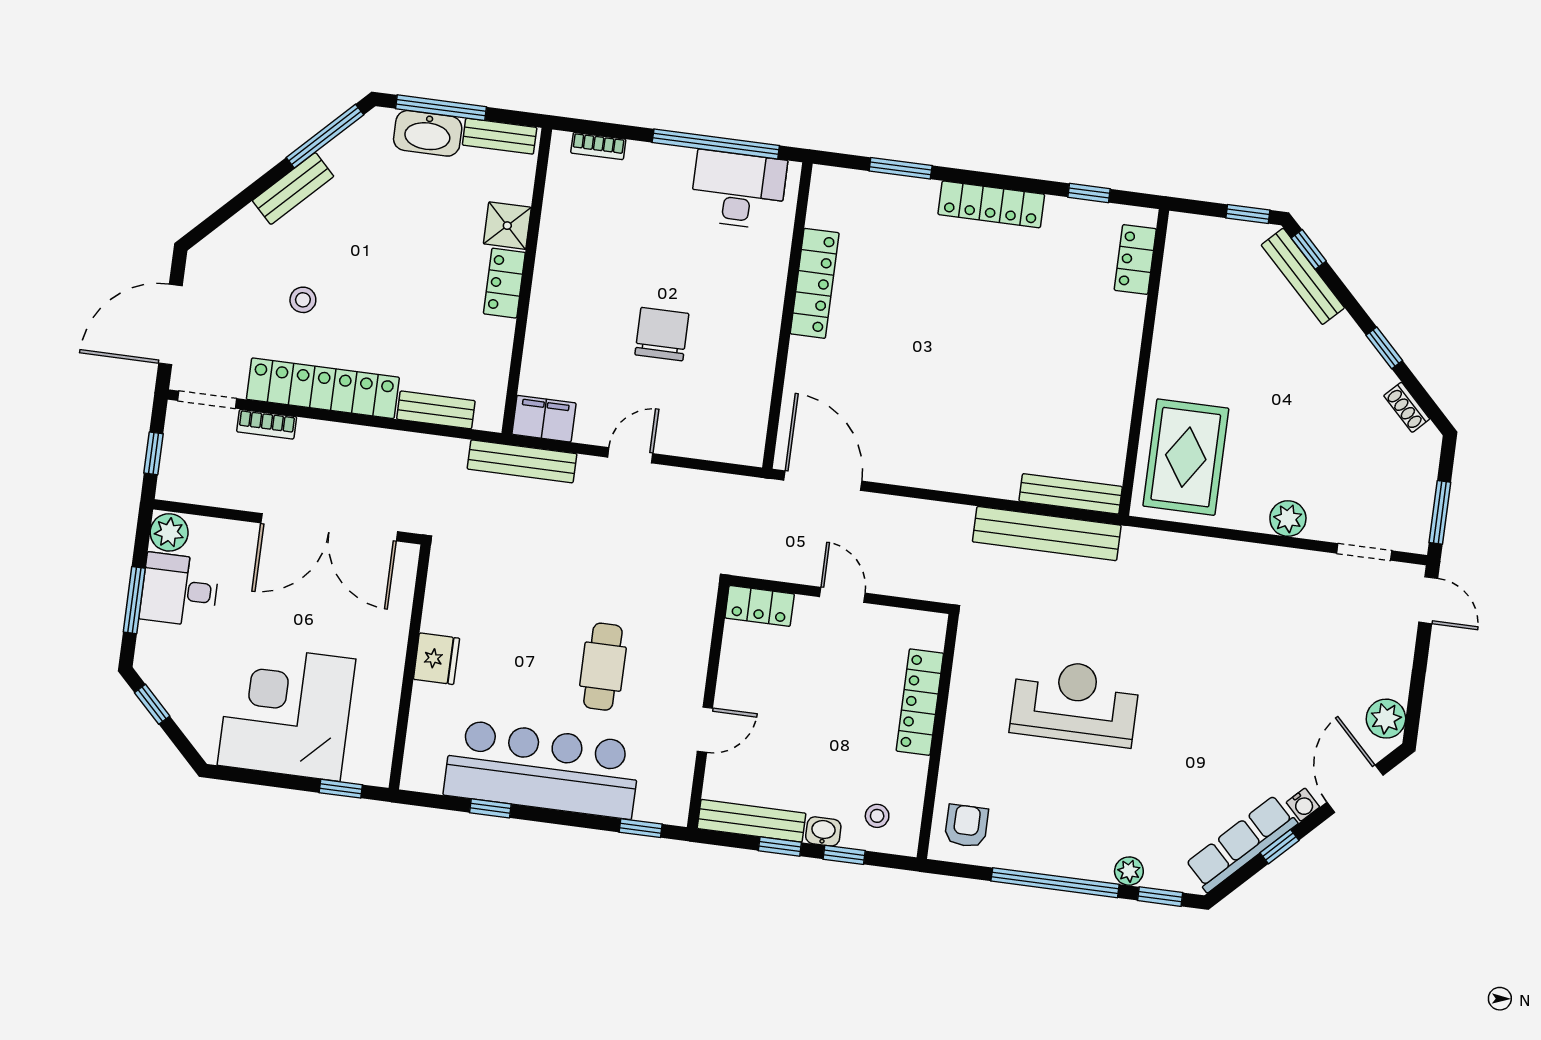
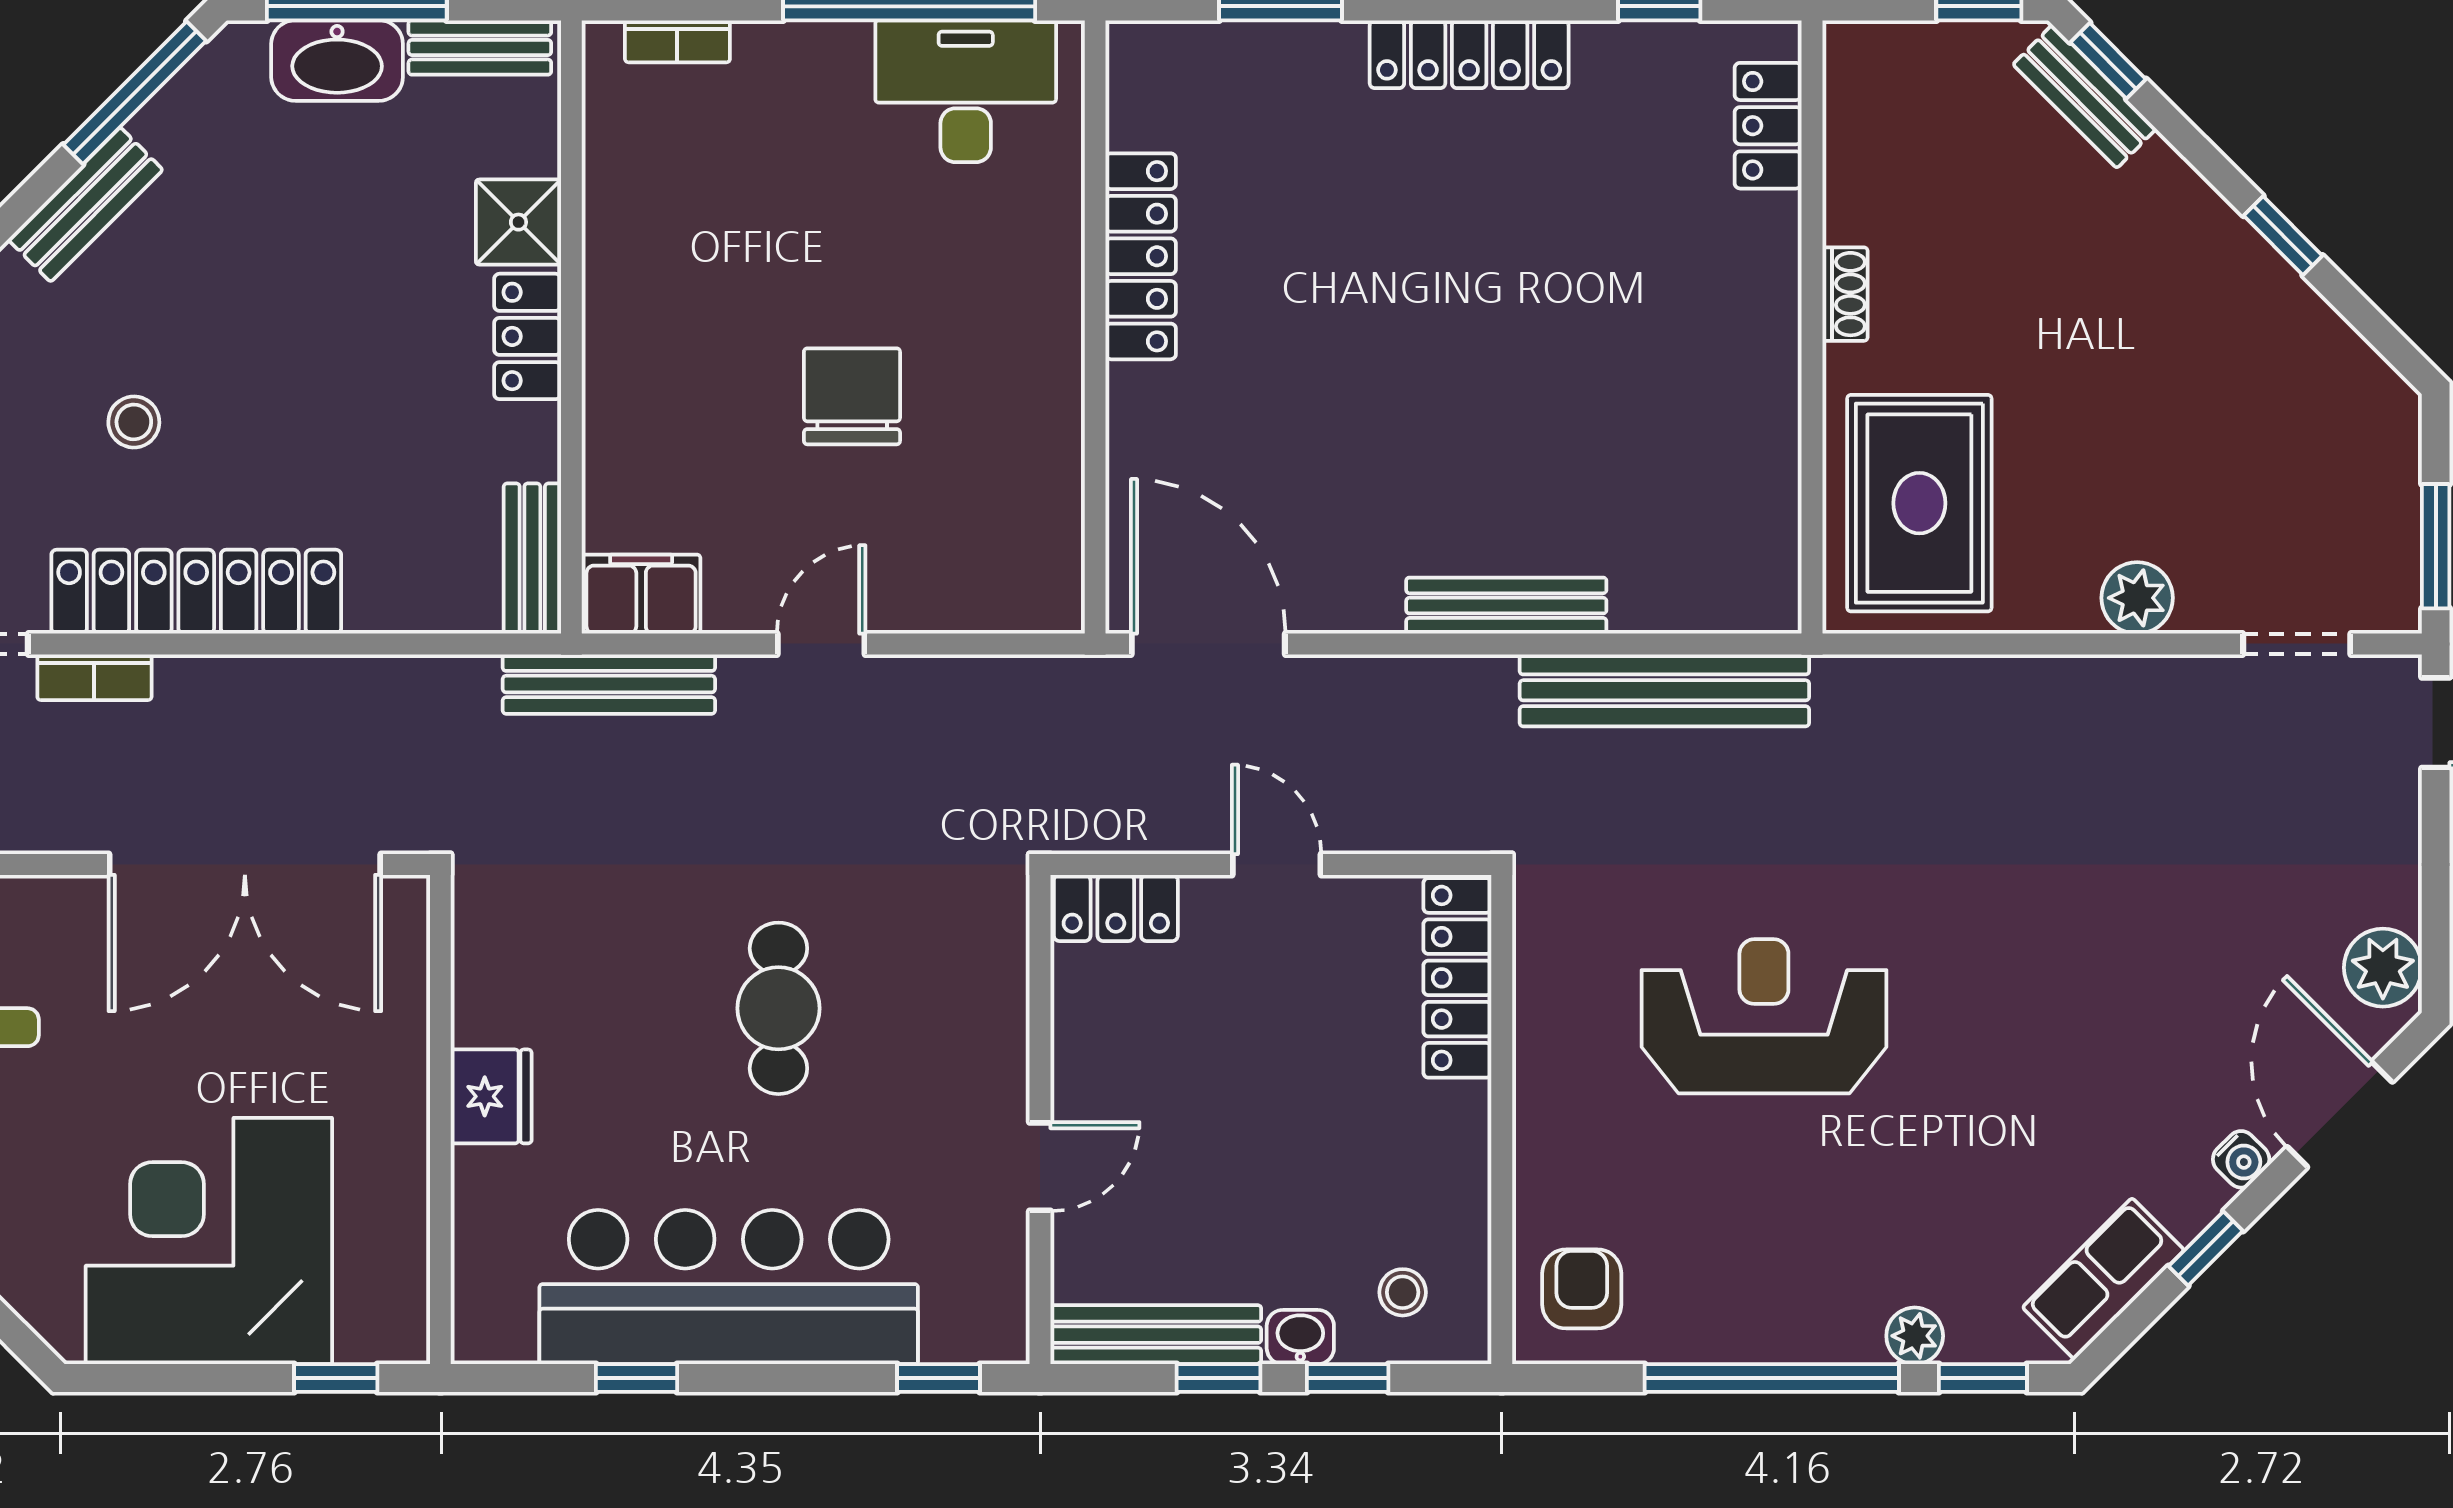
bench: (1303, 276) -> (2085, 97), width x0.73
shoe rack: (1407, 407) -> (1845, 294), moved, turned -135
bench: (436, 410) -> (532, 559), moved, turned 90
bench: (1071, 494) -> (1506, 606), moved
cafe table: (603, 667) -> (778, 1008), moved
locker: (920, 702) -> (1457, 978), moved
row of seats: (1241, 844) -> (2103, 1279), width x0.68

